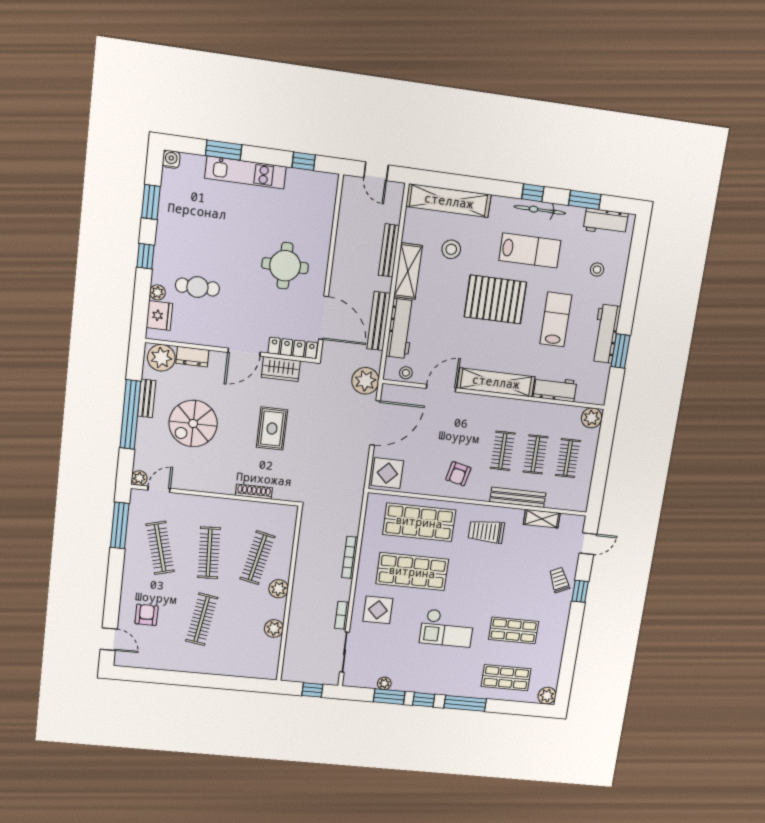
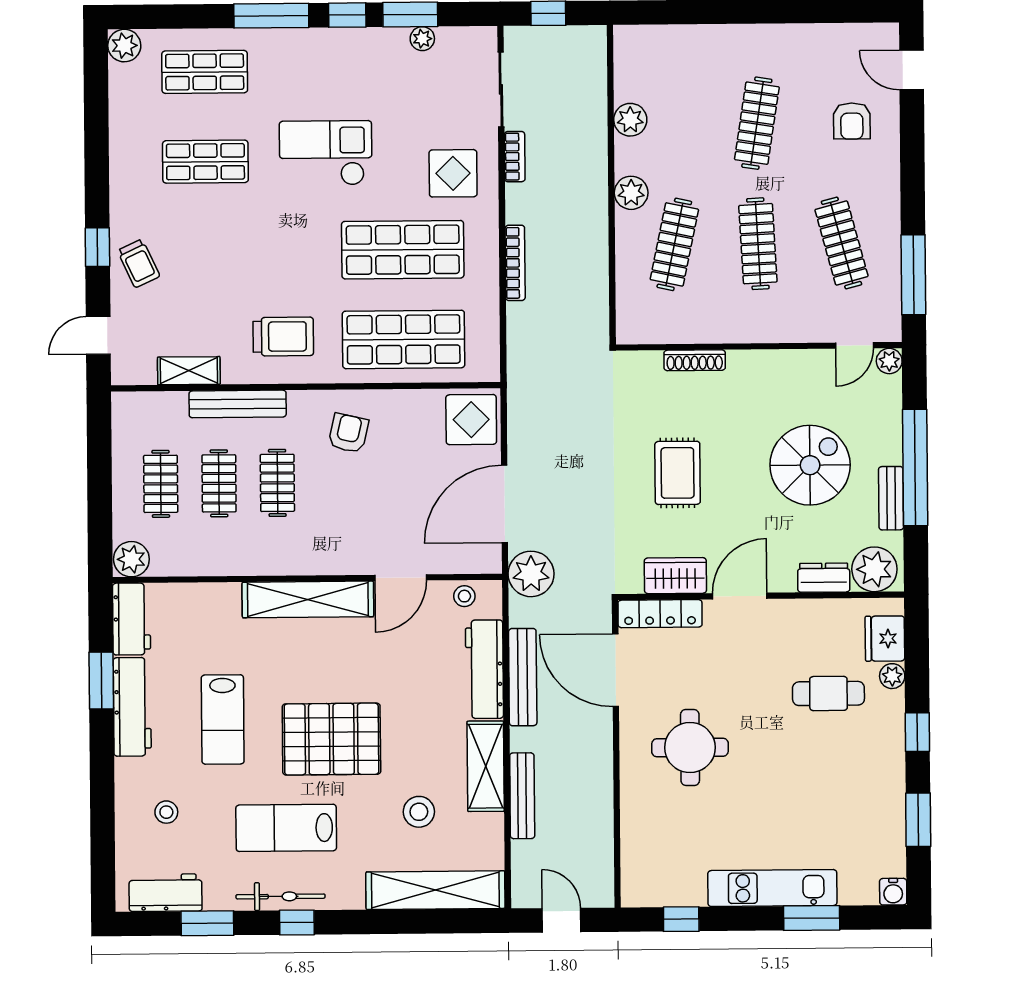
workbench: (555, 389) -> (132, 619), moved, turned -90

